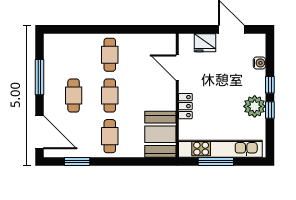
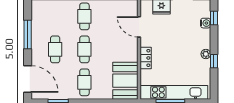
window: (270, 85) -> (214, 18), moved
plant: (255, 106) -> (206, 54), width x0.53, depth x0.53

